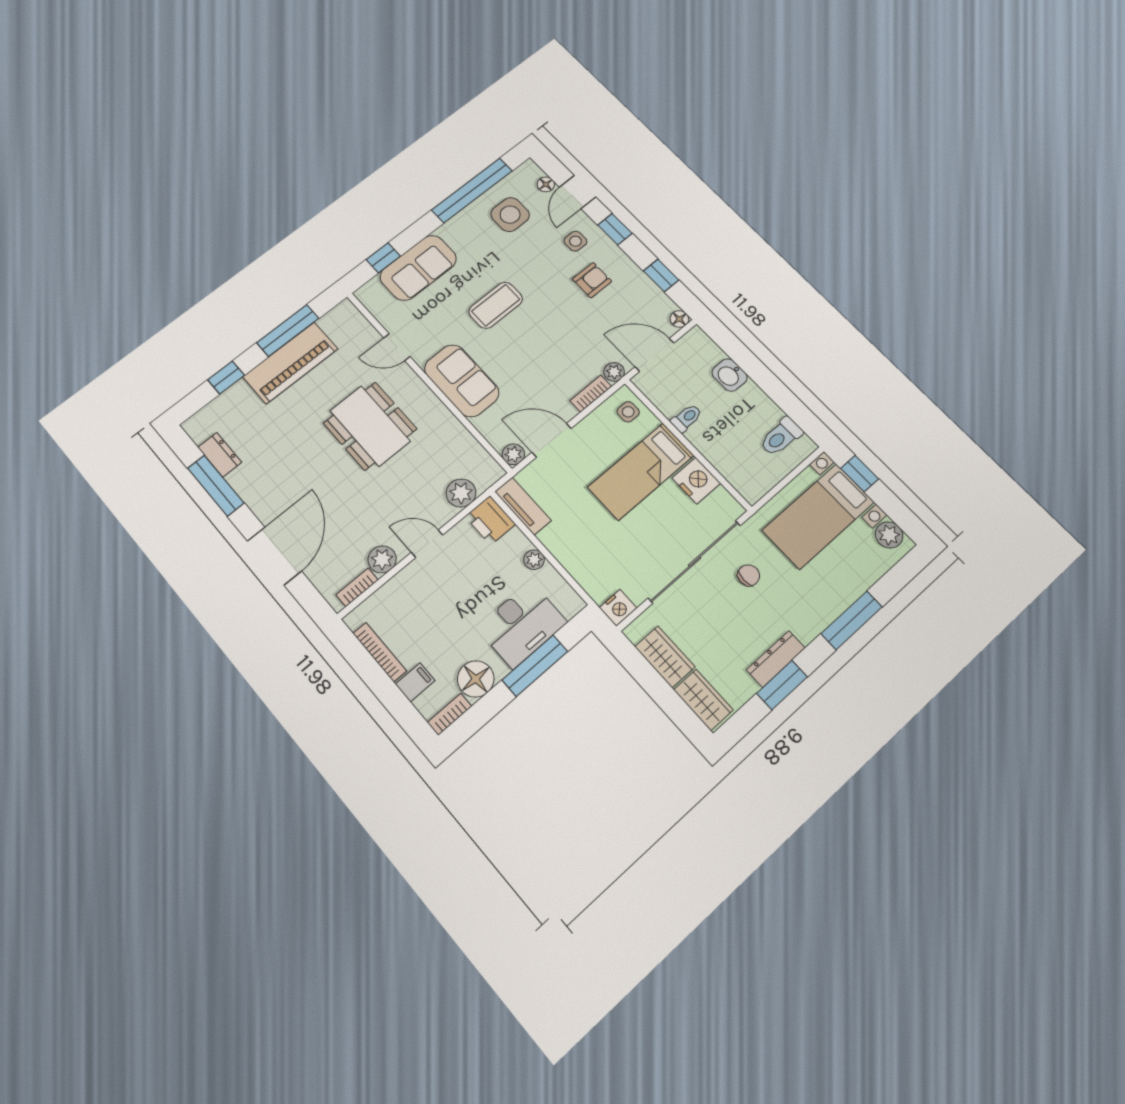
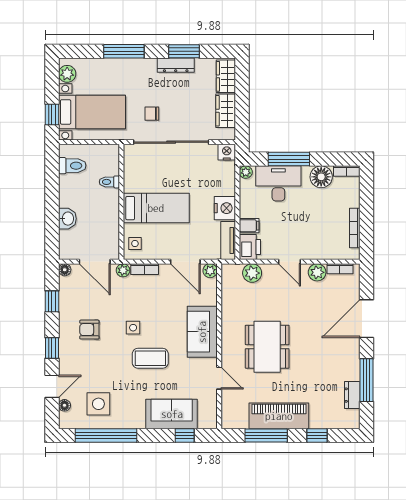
side table: (575, 241) -> (133, 328), moved
toilet: (687, 418) -> (109, 182), moved
nightstand: (696, 481) -> (225, 208), moved, turned 180
plant: (534, 560) -> (246, 172), moved
filing cabinet: (415, 682) -> (249, 226), moved, turned 180

